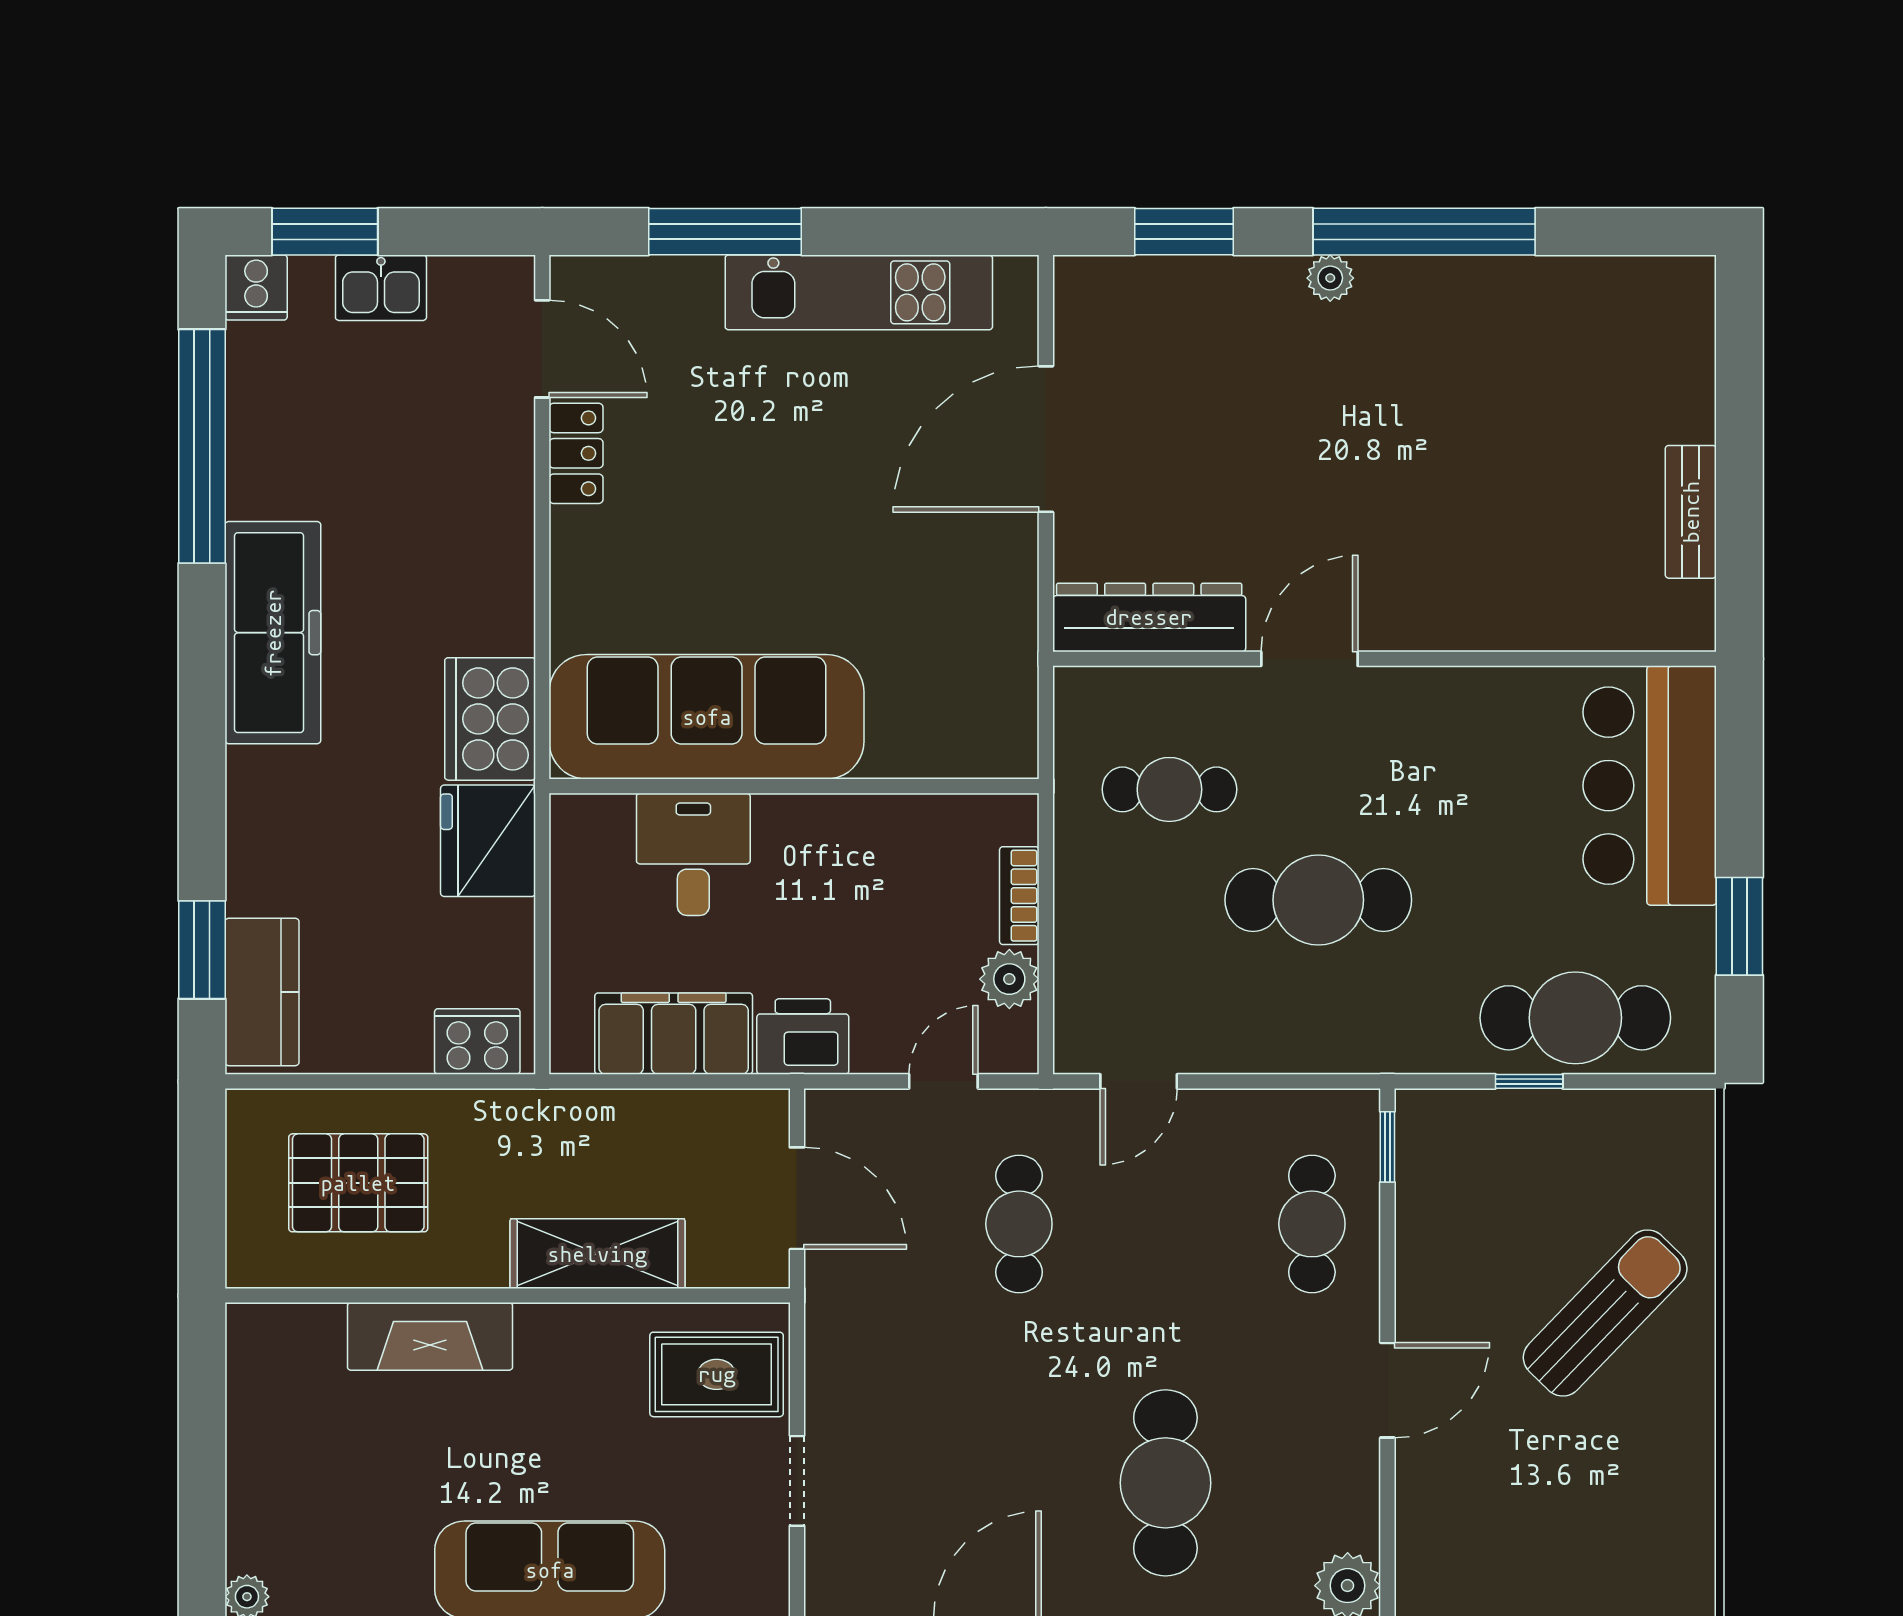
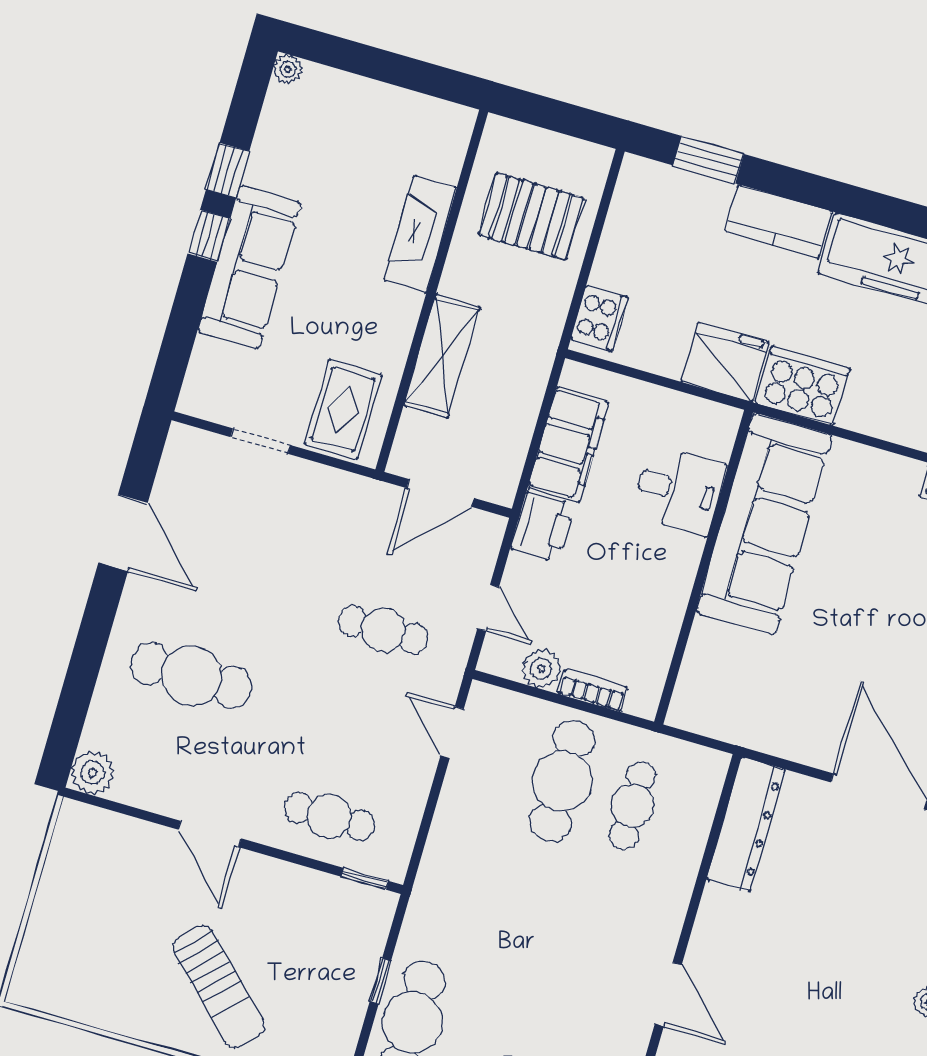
door: (1309, 659) -> (668, 994), moved
cafe table: (1318, 900) -> (562, 781), moved
kitchen counter: (262, 992) -> (778, 221), moved
pallet: (358, 1183) -> (531, 216), turned 90

